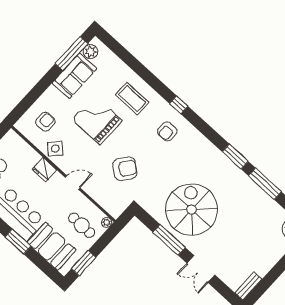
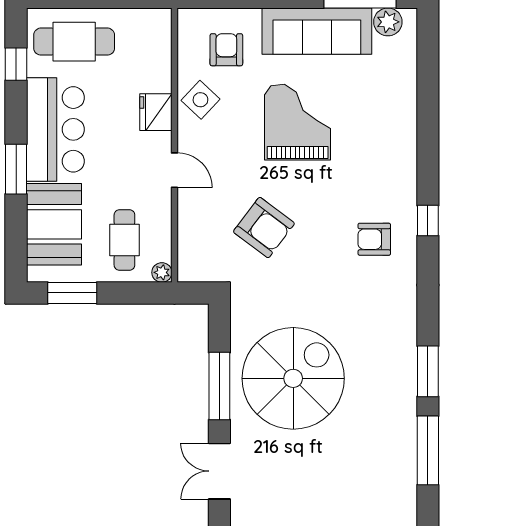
sofa: (74, 76) -> (317, 31), width x1.36
coffee table: (132, 98) -> (375, 145), removed
armchair: (45, 122) -> (226, 50), turned -90

